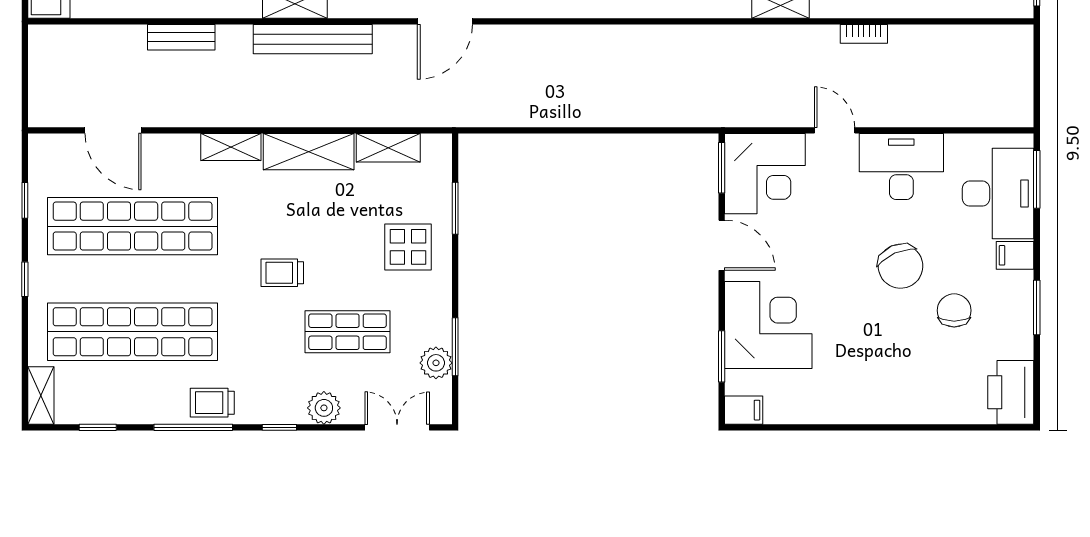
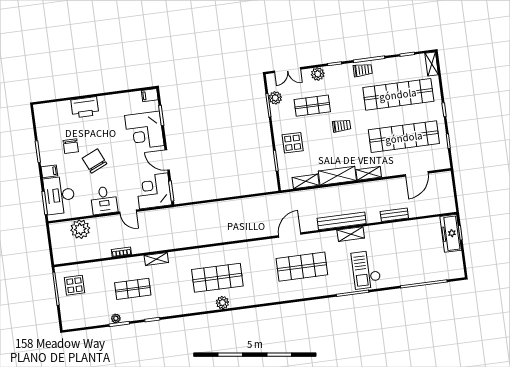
plant: (958, 103) -> (80, 229), added
door: (113, 130) -> (417, 174), swing flipped
desk: (901, 167) -> (104, 200), width x0.73
printer: (1011, 392) -> (85, 107), moved, turned 90

